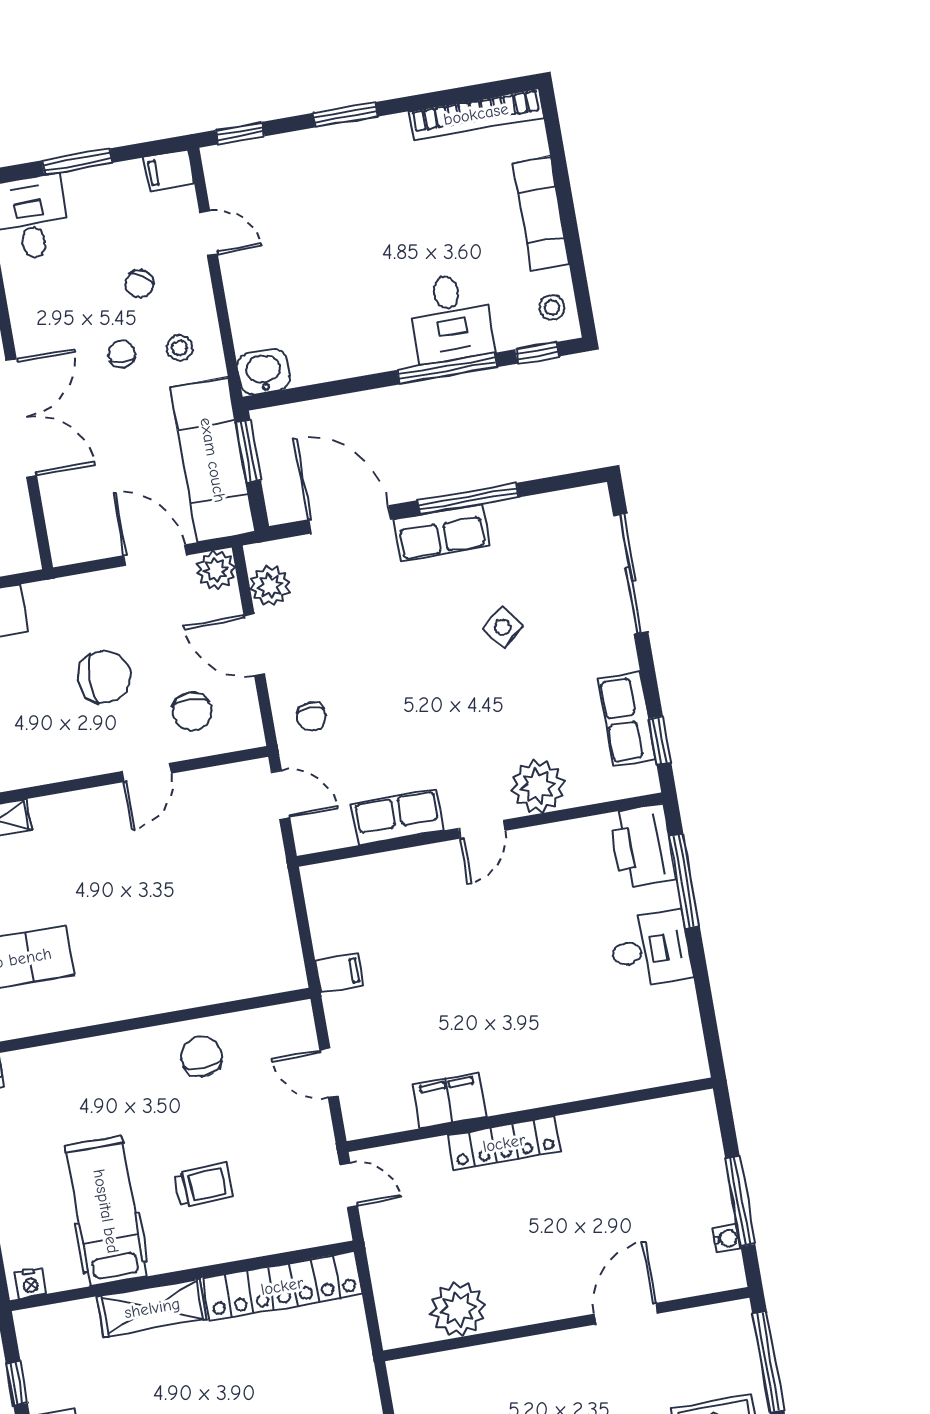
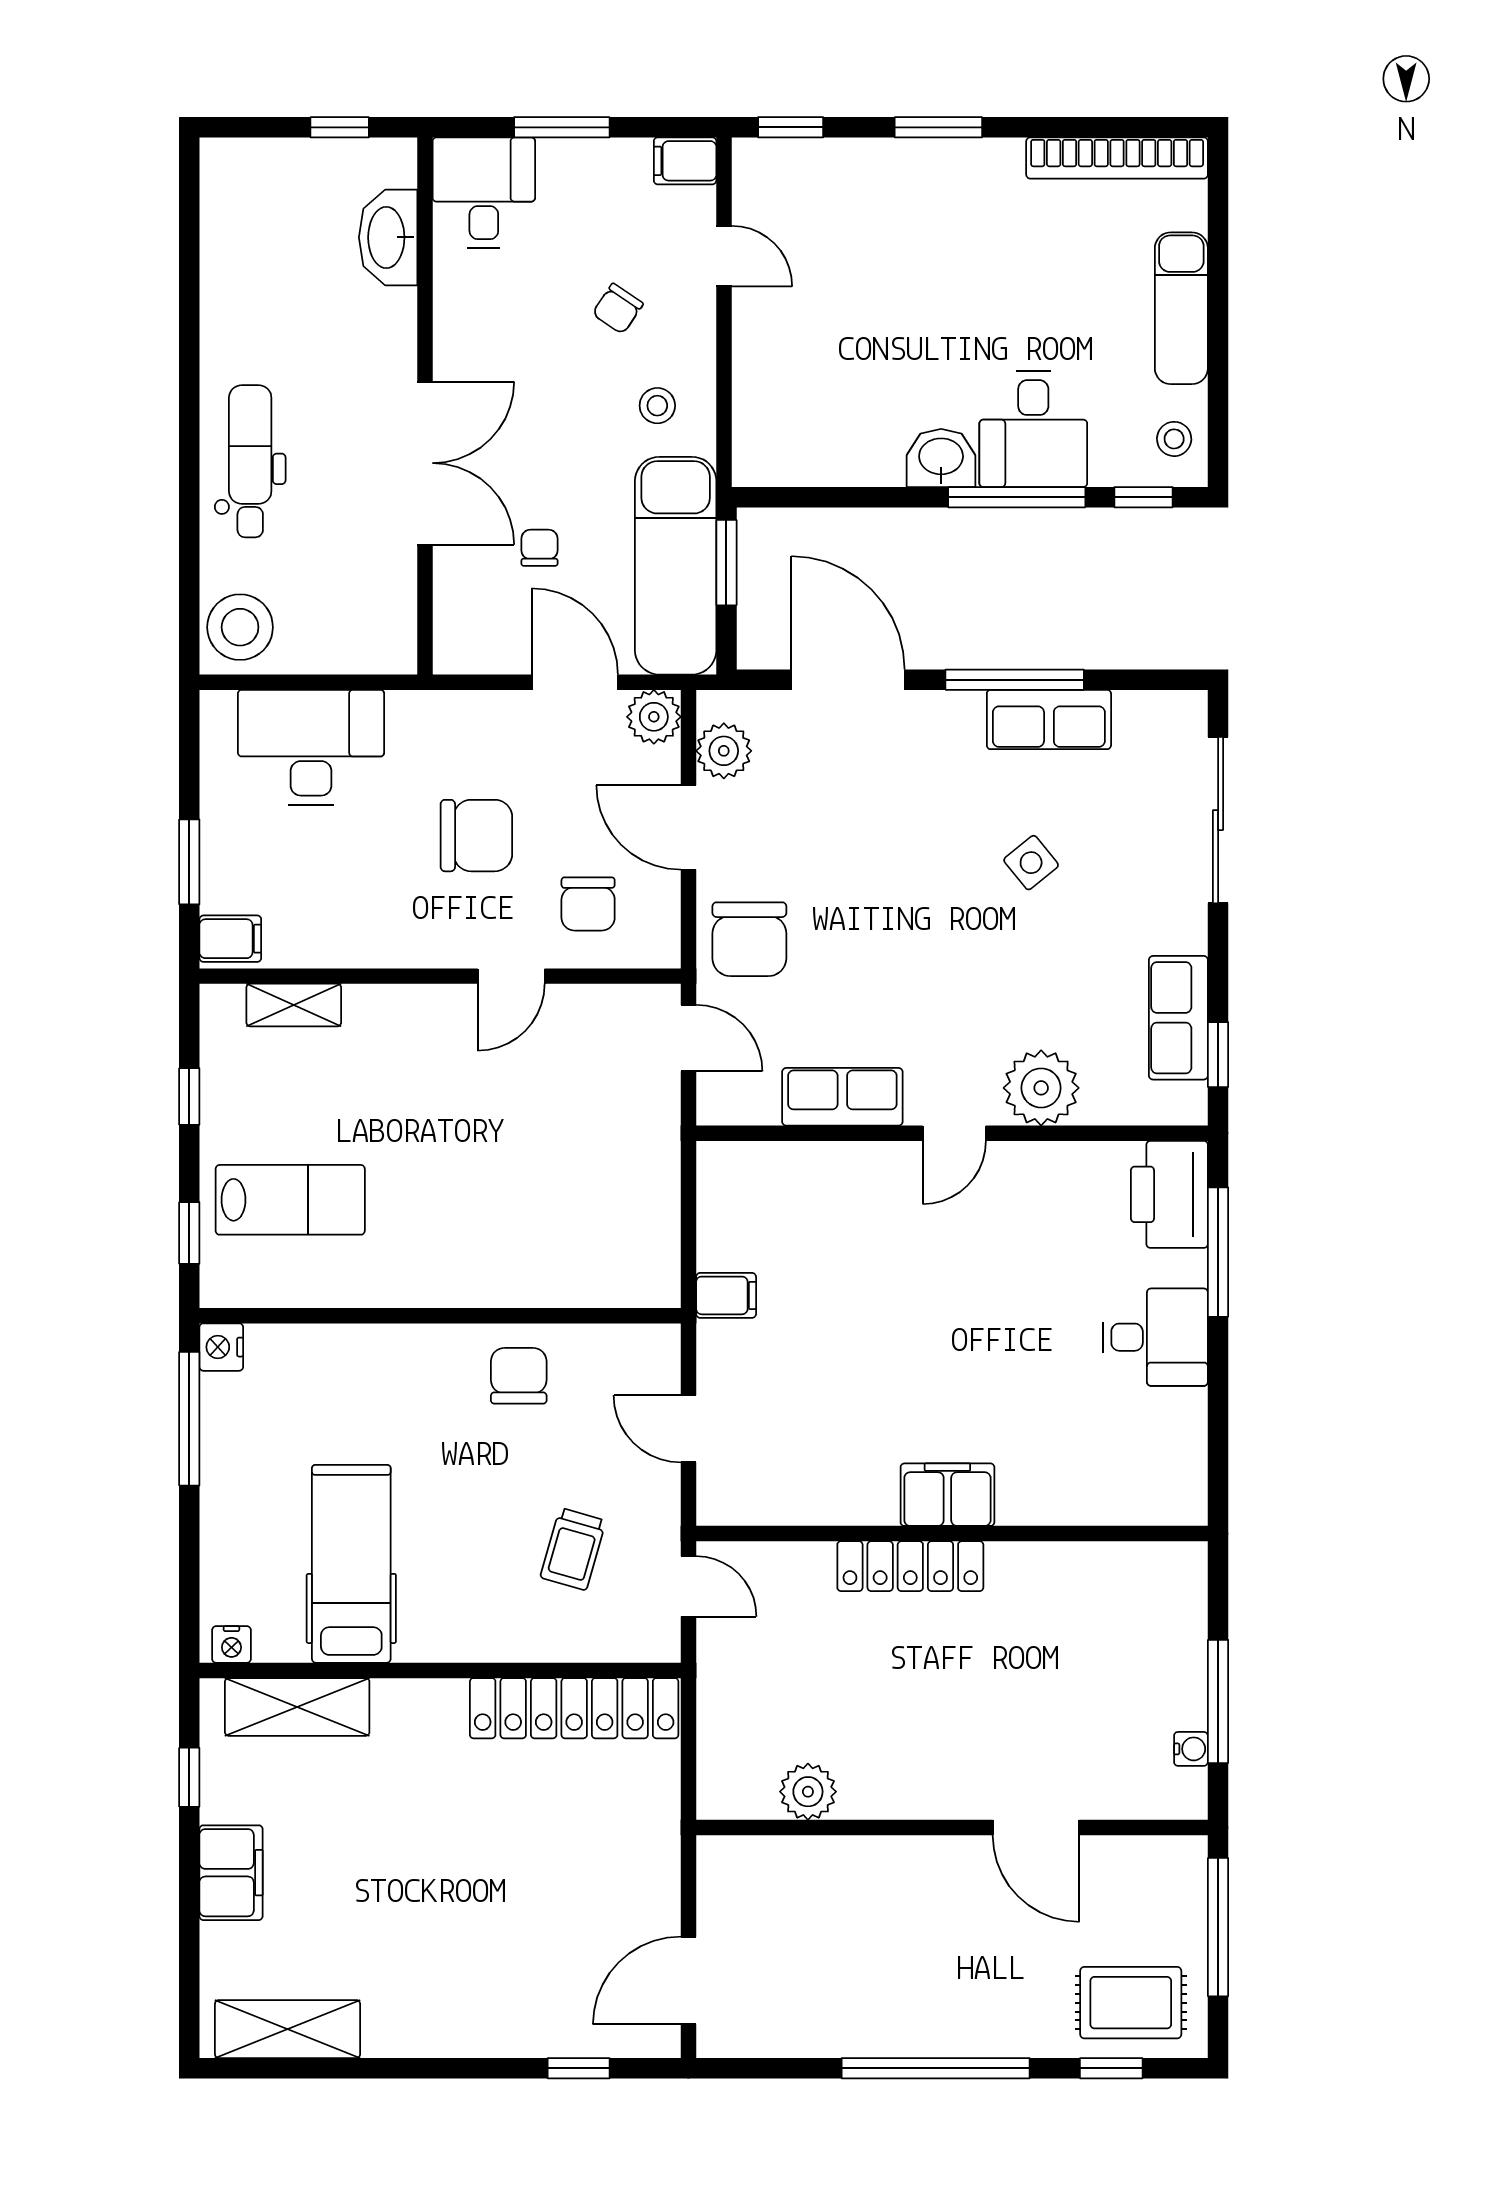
chair: (122, 354) -> (539, 548), moved
washbasin: (263, 372) -> (941, 458), moved
row of seats: (441, 533) -> (1049, 719), moved
chair: (312, 717) -> (749, 939), width x1.87, depth x1.87
filing cabinet: (449, 1100) -> (947, 1495), moved
trolley: (204, 1185) -> (573, 1549), moved, turned 109
shelving: (152, 1308) -> (297, 1707), moved
plant: (458, 1309) -> (808, 1792), width x0.73, depth x0.73
door: (626, 1314) -> (1036, 1828), swing flipped

